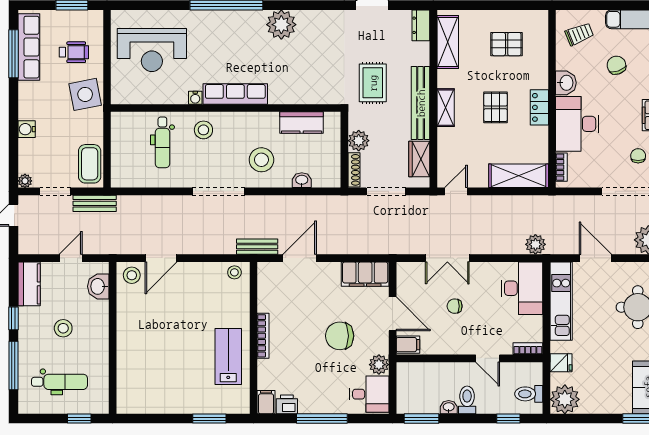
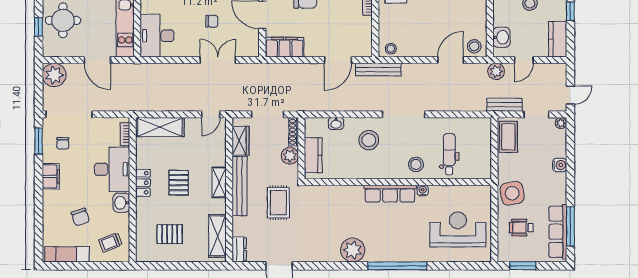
kitchen counter: (302, 123) -> (313, 155), moved, turned 90
plant: (535, 244) -> (496, 71), moved
bench: (257, 247) -> (378, 70), width x1.36

